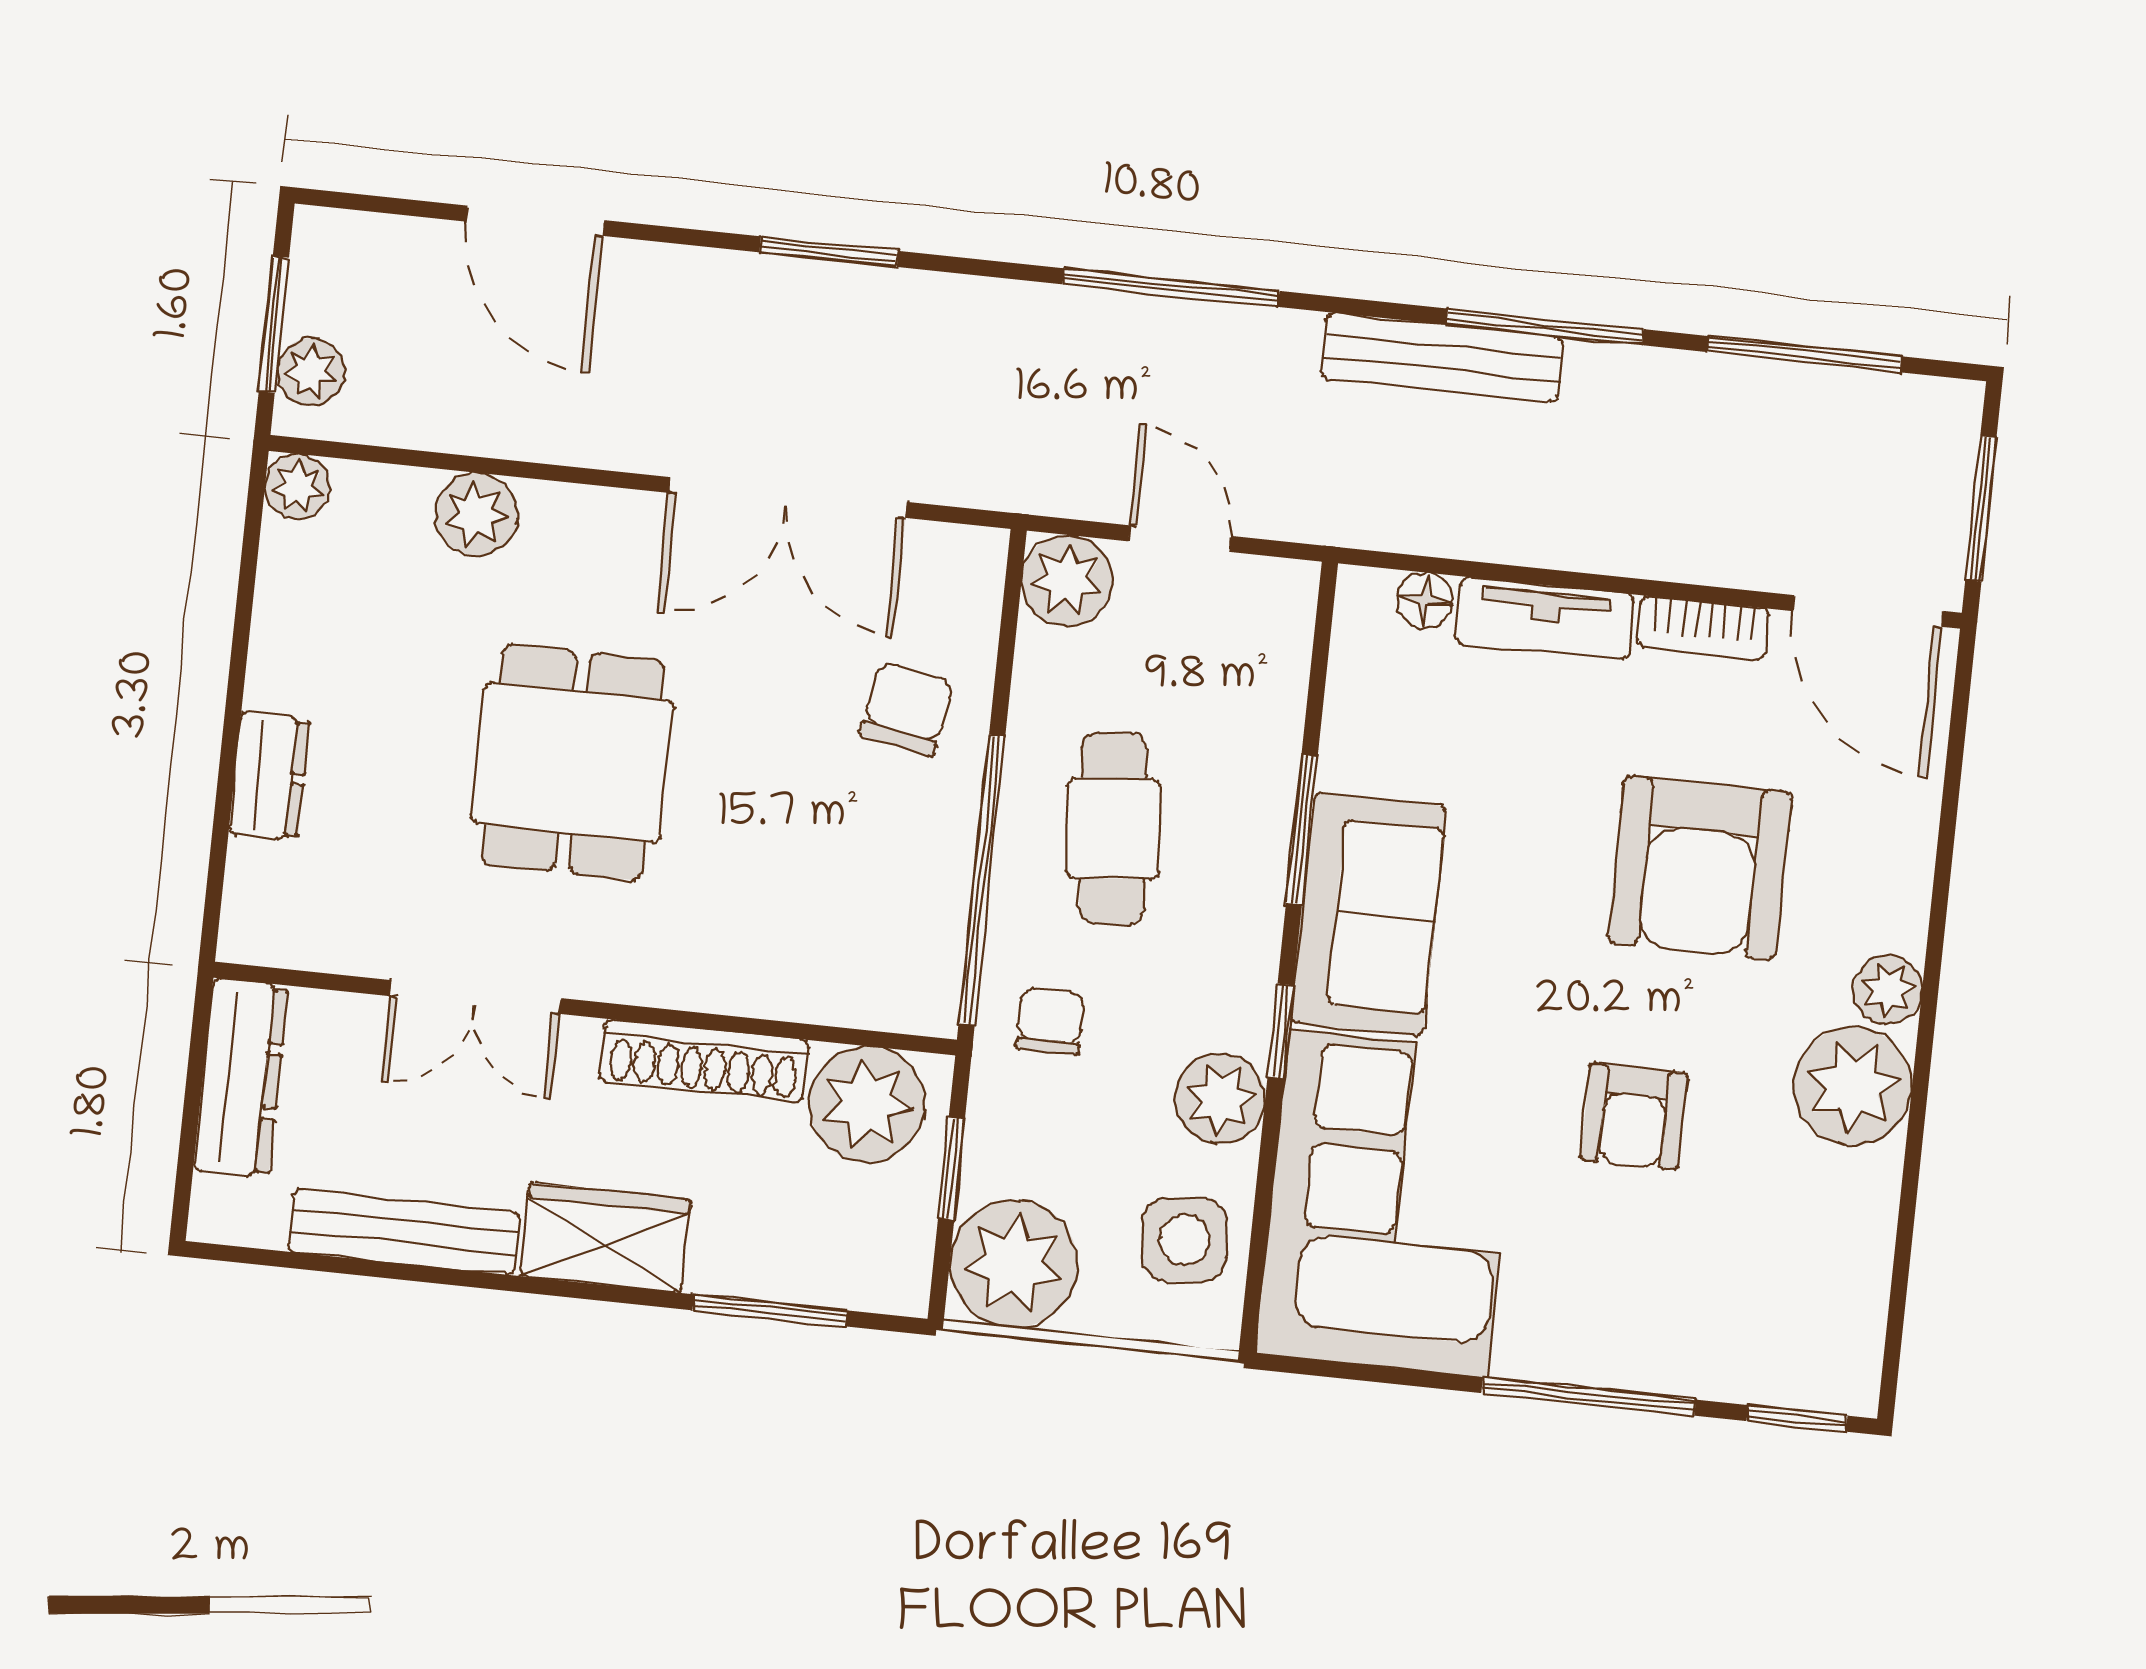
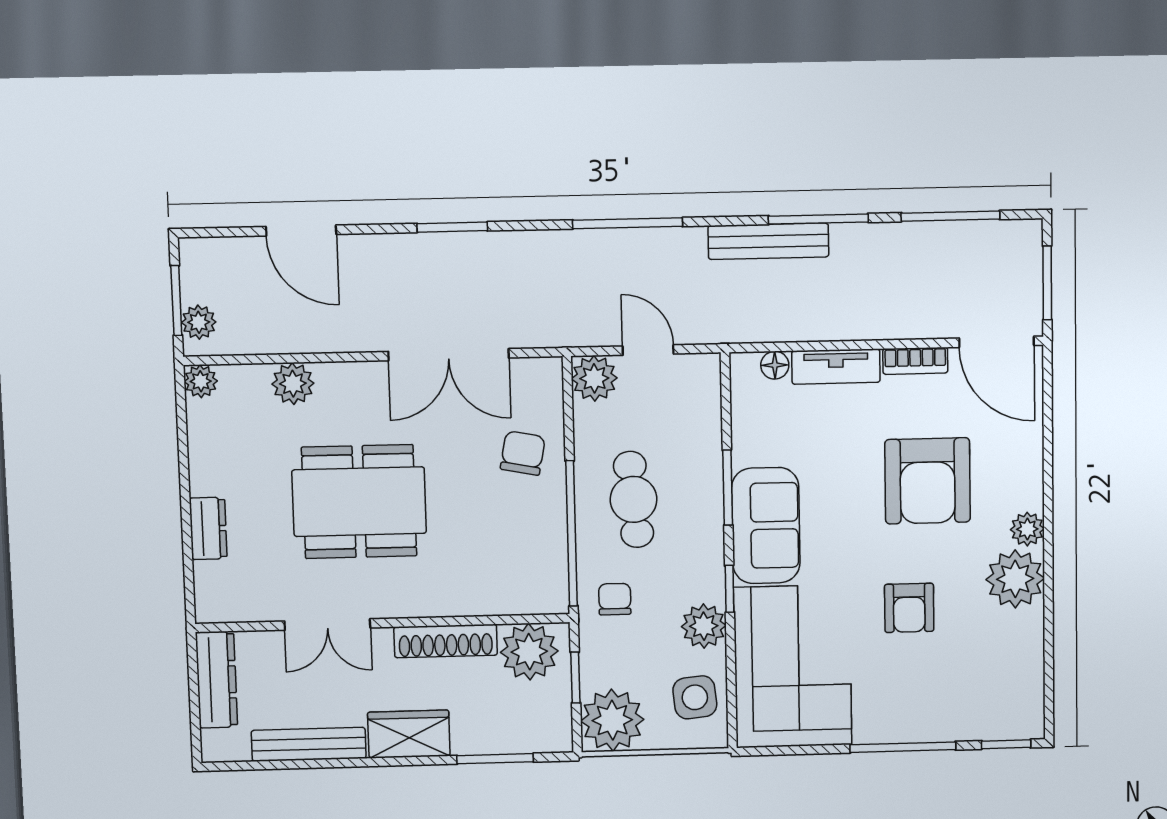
dining table: (573, 762) -> (359, 502), width x1.37

